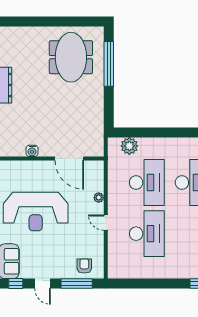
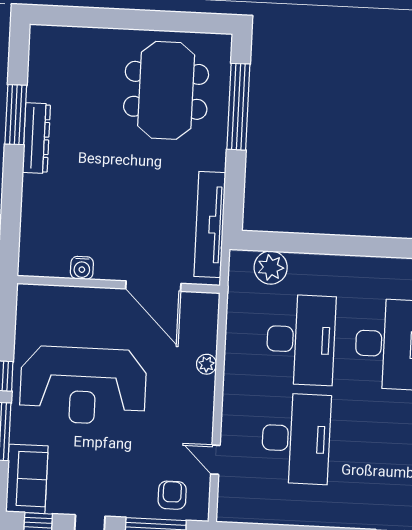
tv unit: (97, 125) -> (210, 225), added
door: (106, 223) -> (215, 460), moved

